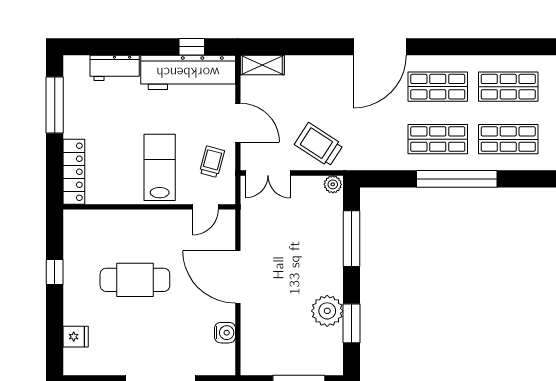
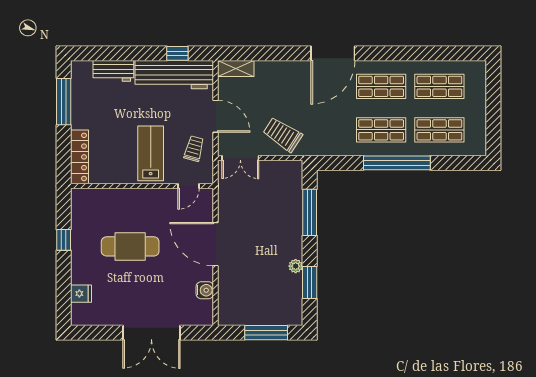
plant: (333, 184) -> (294, 167), removed
plant: (327, 311) -> (296, 266), width x0.53, depth x0.53

